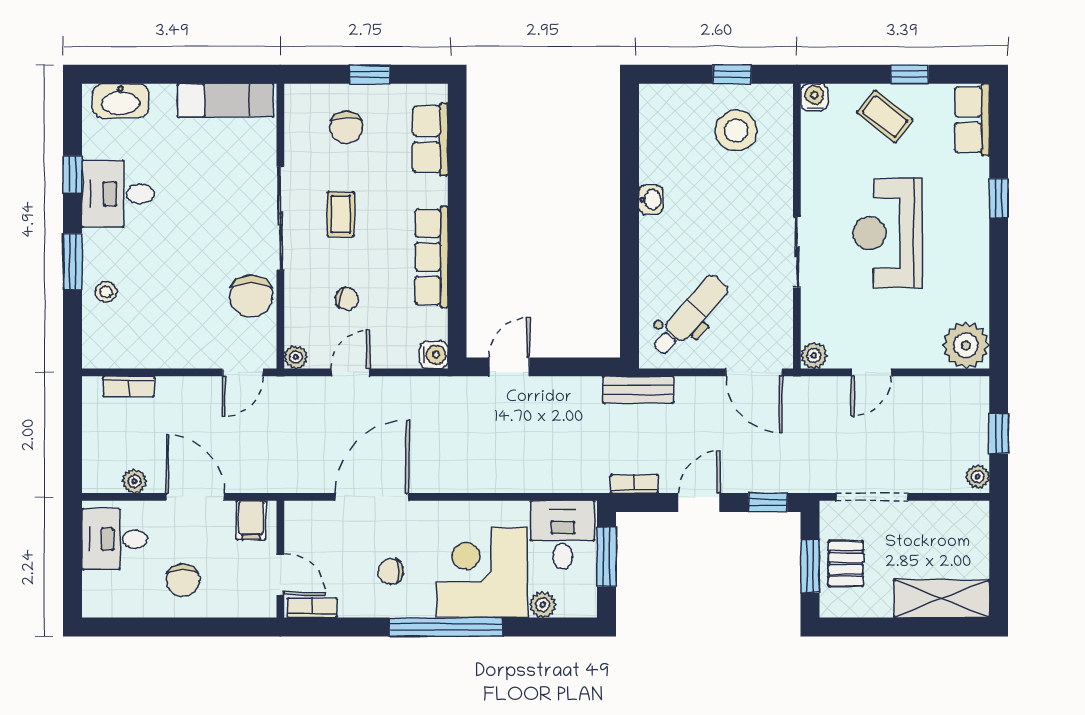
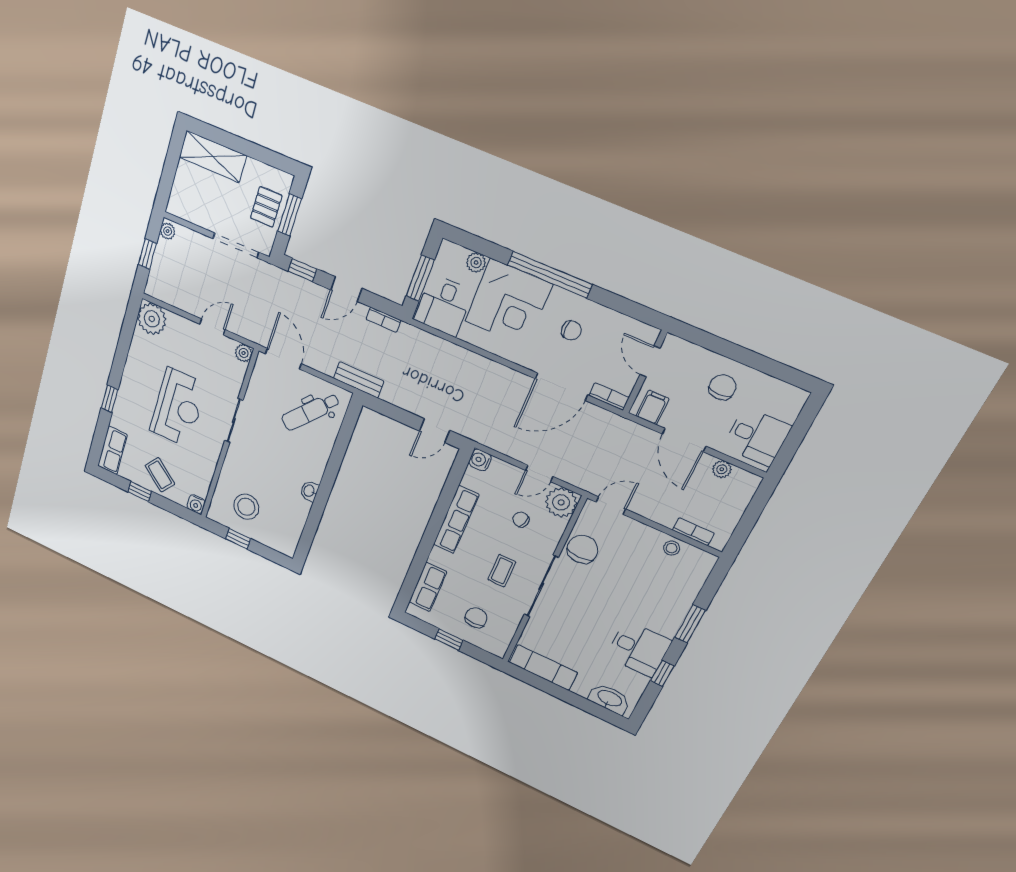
stool: (106, 292) -> (672, 548), moved
plant: (296, 357) -> (561, 502), width x1.88, depth x1.88
bookcase: (312, 608) -> (609, 396), moved, turned 180

